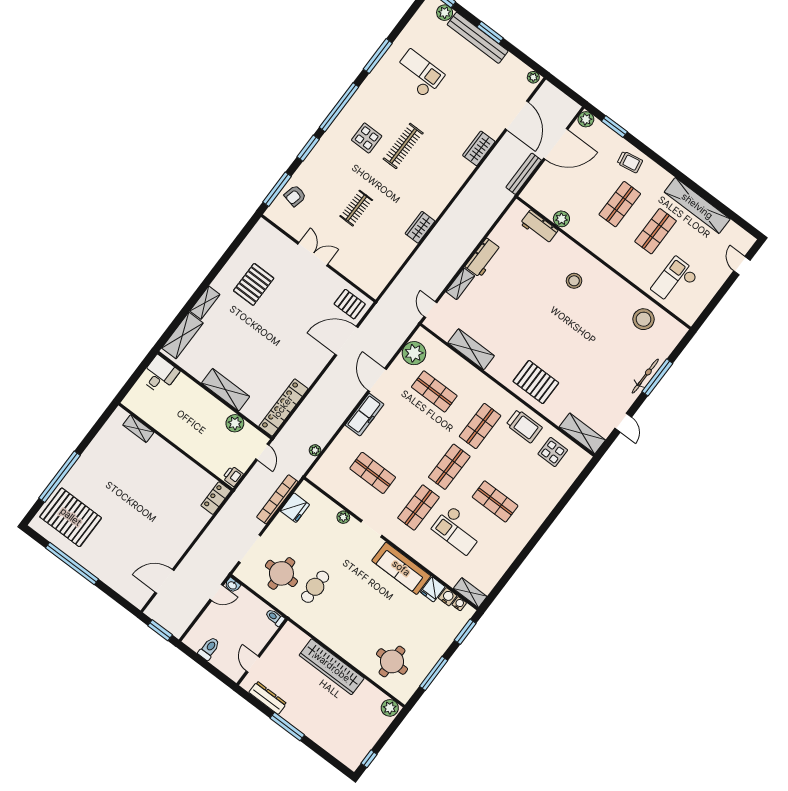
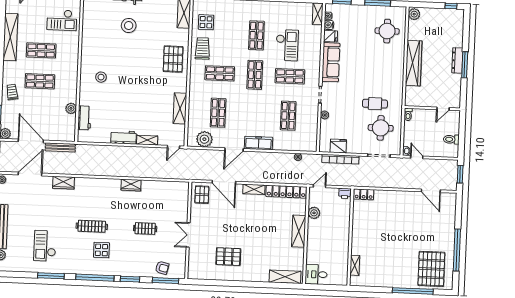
shelving: (205, 303) -> (254, 189), moved
stool: (644, 319) -> (129, 26), moved
shop shelf: (449, 467) -> (255, 75), turned 90
dresser: (268, 698) -> (457, 60), moved

